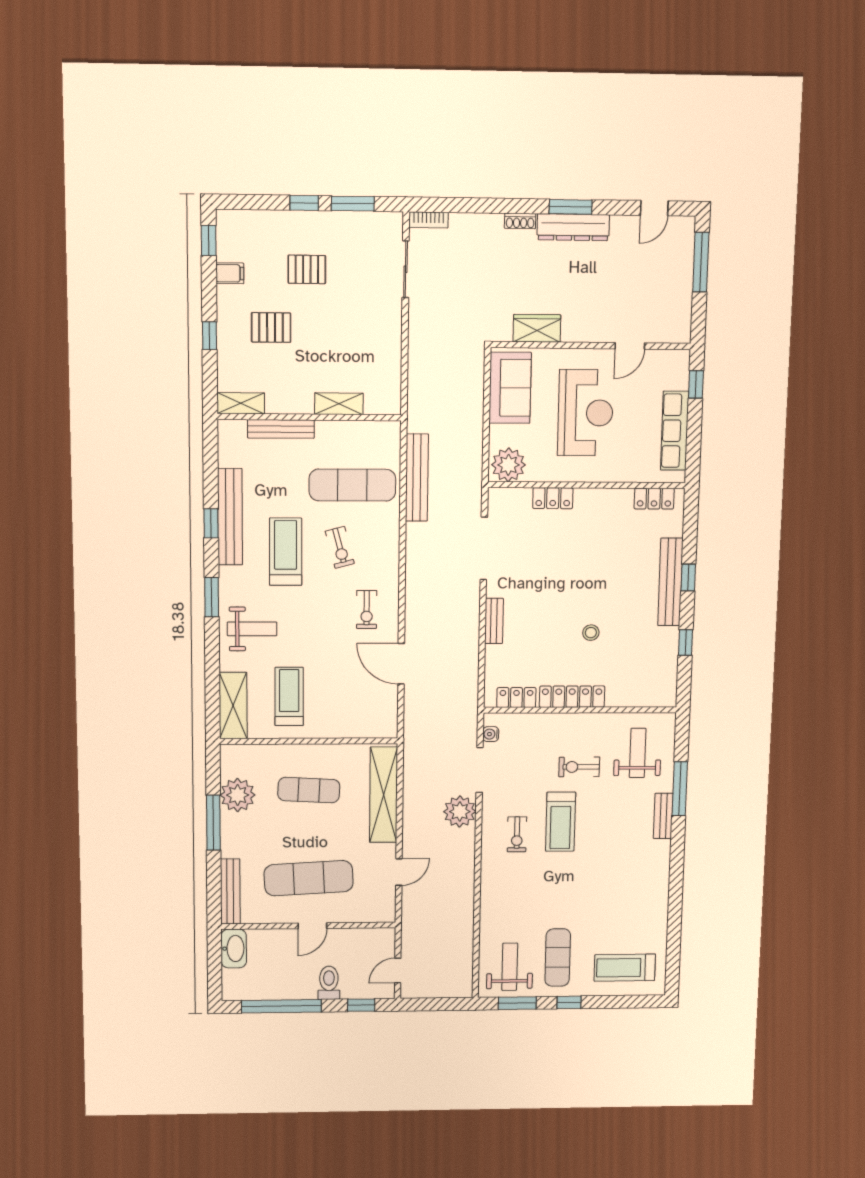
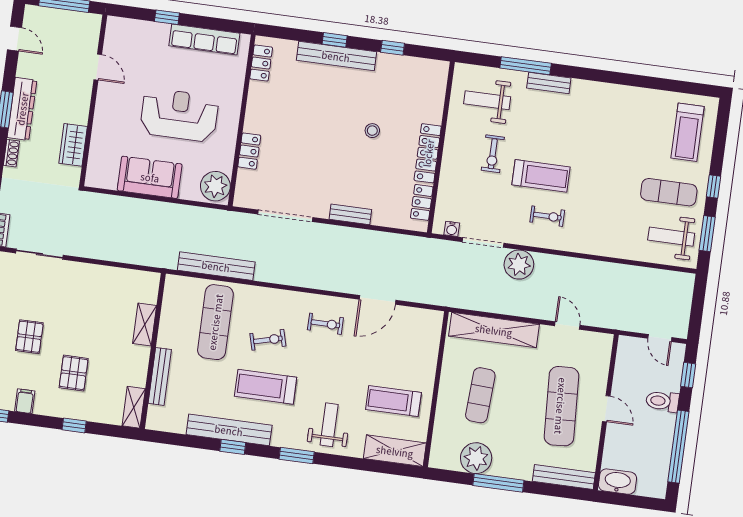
wardrobe: (537, 328) -> (73, 145), moved
wall: (591, 345) -> (93, 100), moved
door: (630, 346) -> (98, 67), moved

